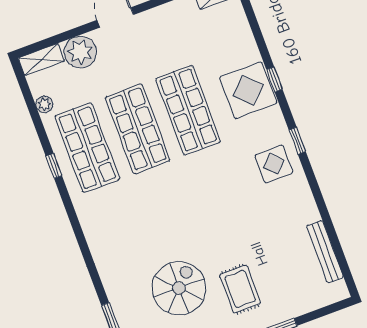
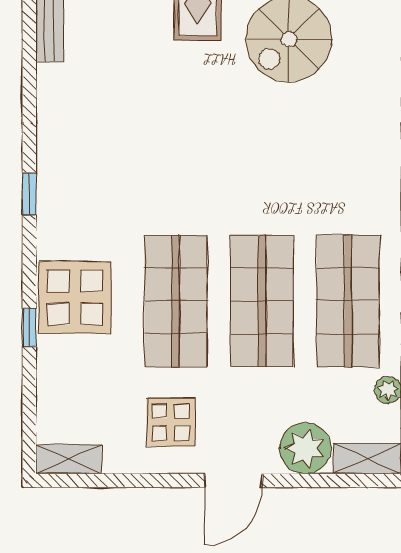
window: (274, 79) -> (29, 328), moved
display table: (274, 164) -> (171, 422), moved

